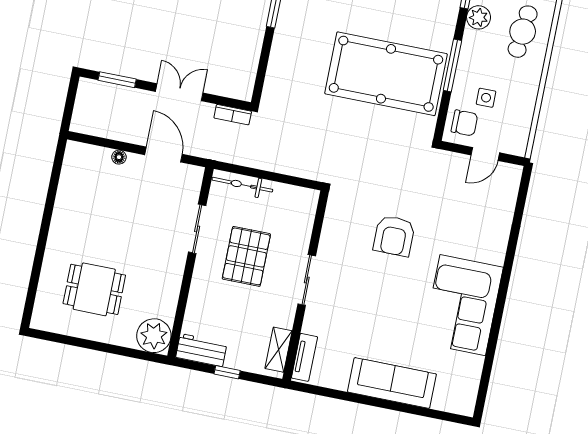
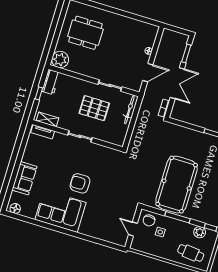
double door: (179, 92) -> (177, 83), width x1.37
armchair: (394, 236) -> (80, 183), moved
dining table: (94, 289) -> (85, 33), width x1.38
sofa: (392, 383) -> (24, 178), width x0.73
floor lamp: (466, 398) -> (15, 208), added

